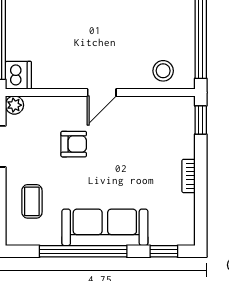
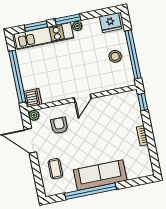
stool: (163, 71) -> (115, 56), moved
armchair: (74, 144) -> (59, 125), moved, turned -90
window: (164, 251) -> (137, 182), removed

